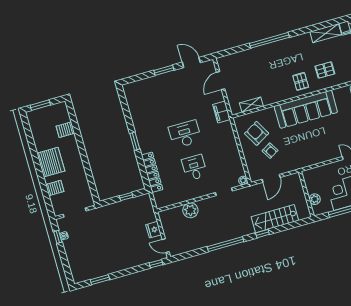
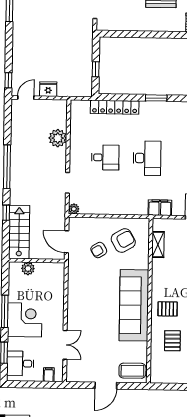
wall: (306, 194) -> (37, 261), moved
plant: (315, 199) -> (28, 269), moved

